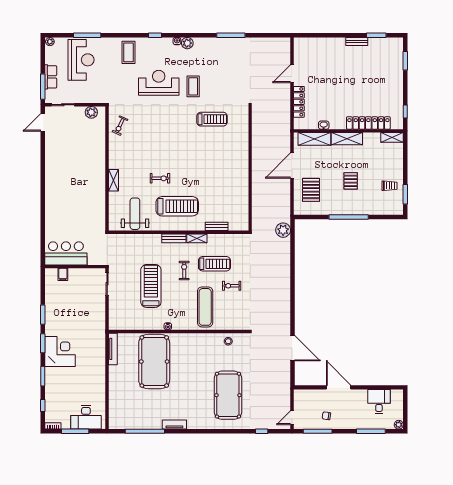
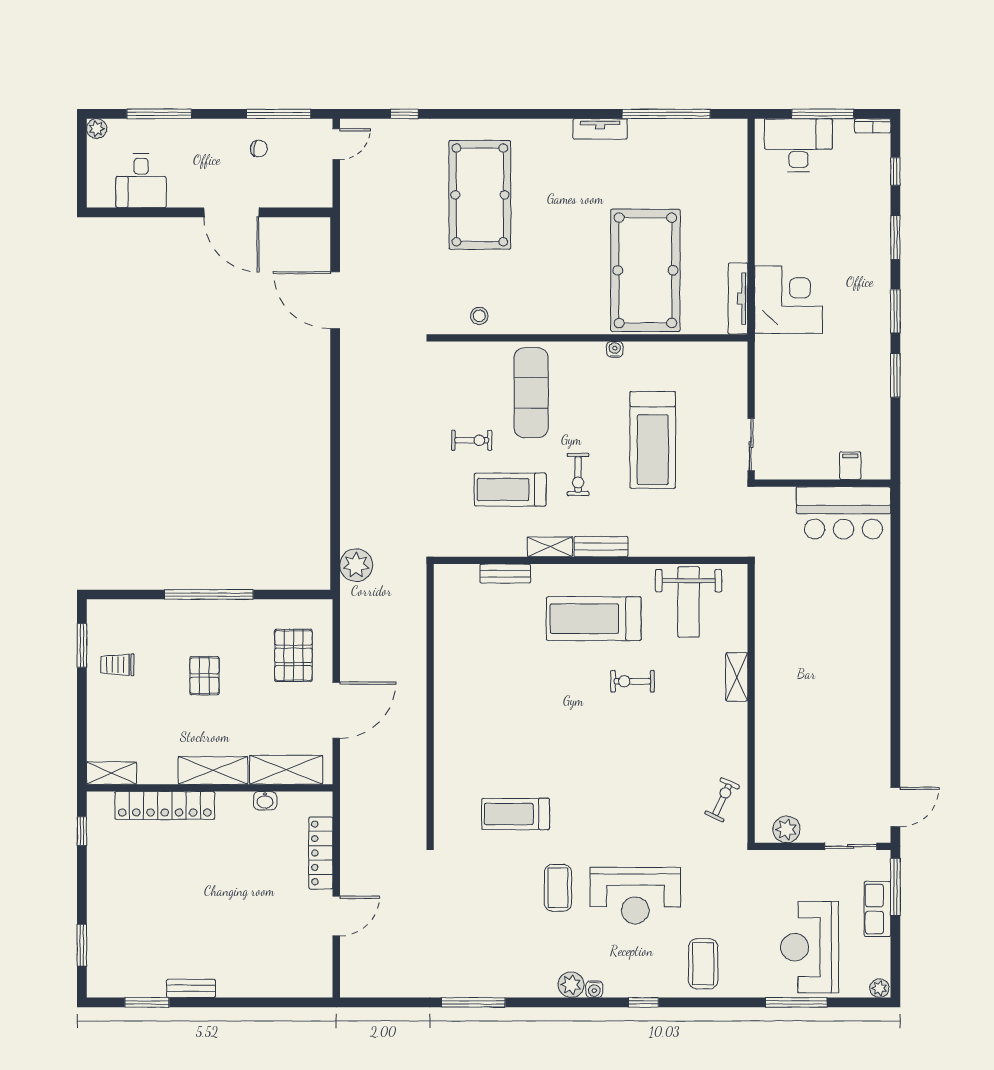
corner desk: (60, 352) -> (789, 299), moved, turned 180

